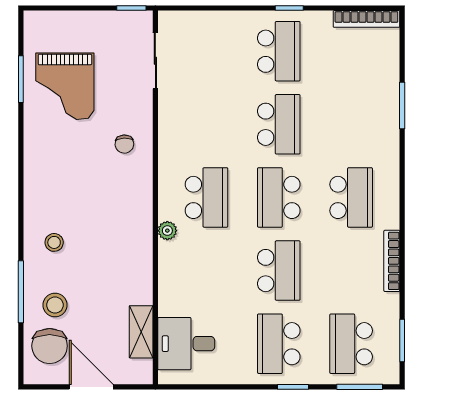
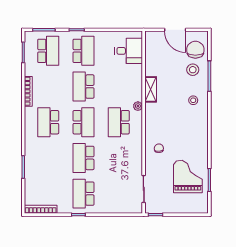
shelving: (141, 332) -> (151, 89), moved

